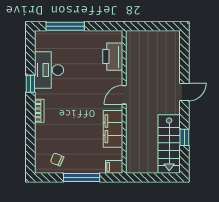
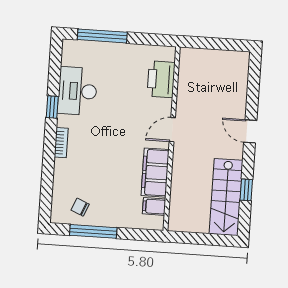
door: (184, 92) -> (250, 131), swing flipped
filing cabinet: (114, 167) -> (154, 206), moved
window: (82, 177) -> (93, 231), moved

